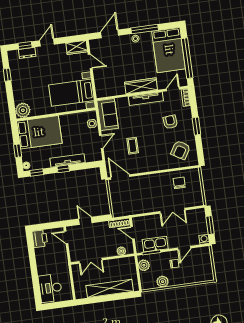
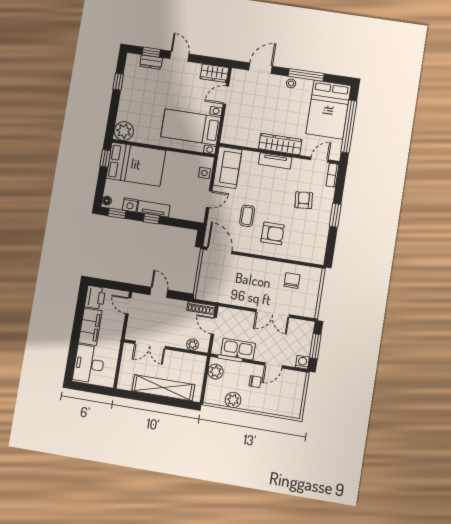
door: (47, 42) -> (179, 56), hinge flipped
door: (90, 61) -> (226, 95), swing flipped
tv unit: (146, 99) -> (275, 161), width x0.71
armchair: (181, 150) -> (273, 233), moved, turned -121
window: (18, 151) -> (105, 158), moved
tv unit: (68, 160) -> (153, 209), width x0.71
nightstand: (44, 163) -> (130, 205), added
filing cabinet: (43, 261) -> (90, 327), added

